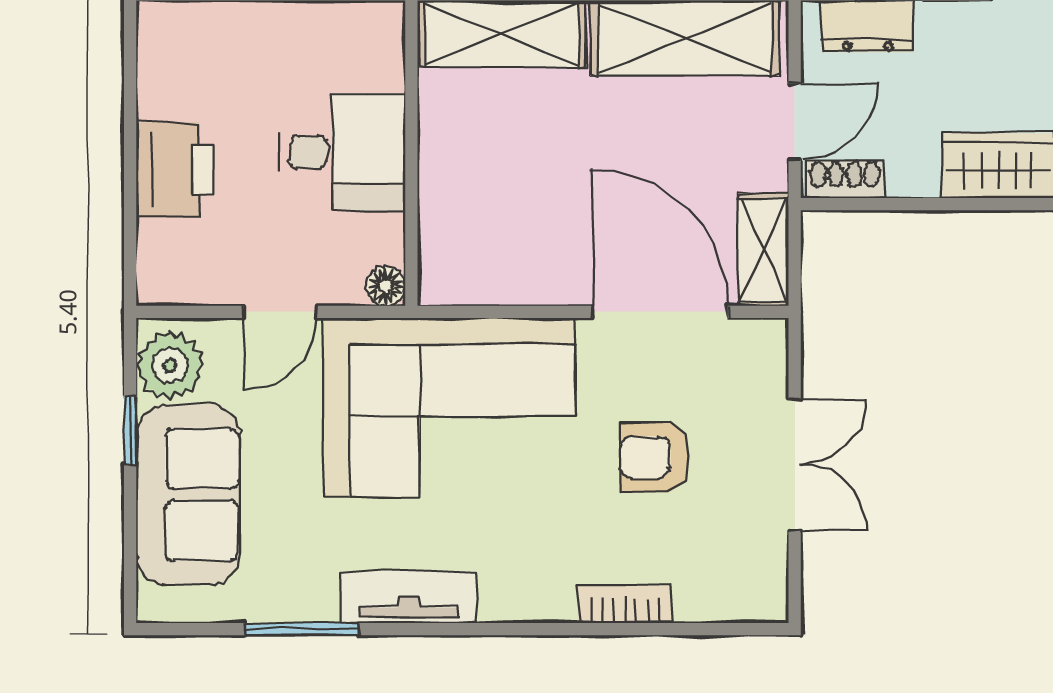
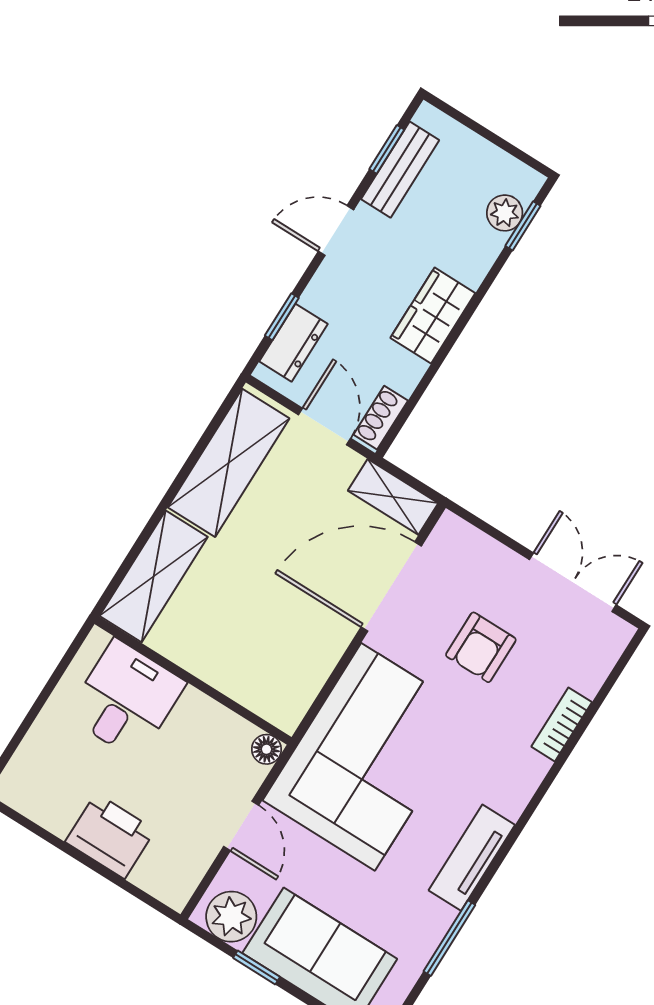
desk: (342, 152) -> (126, 699), moved
double door: (795, 464) -> (573, 582), moved

